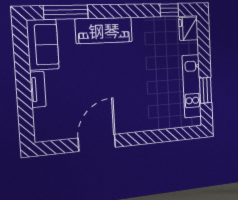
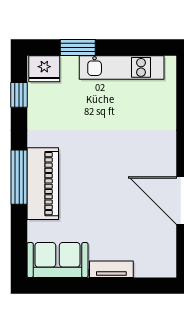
window: (66, 12) -> (19, 177), moved
window: (206, 90) -> (78, 47), moved

